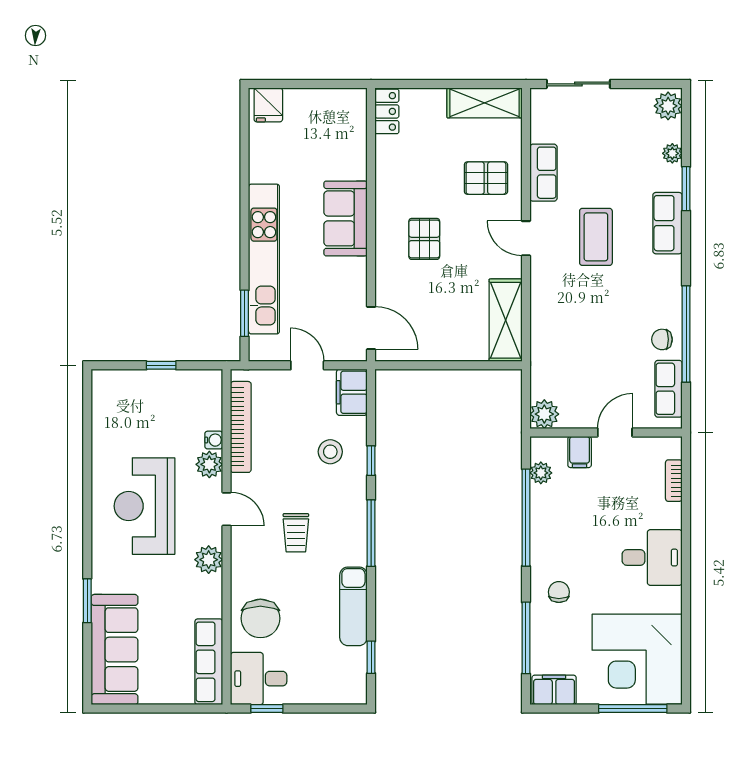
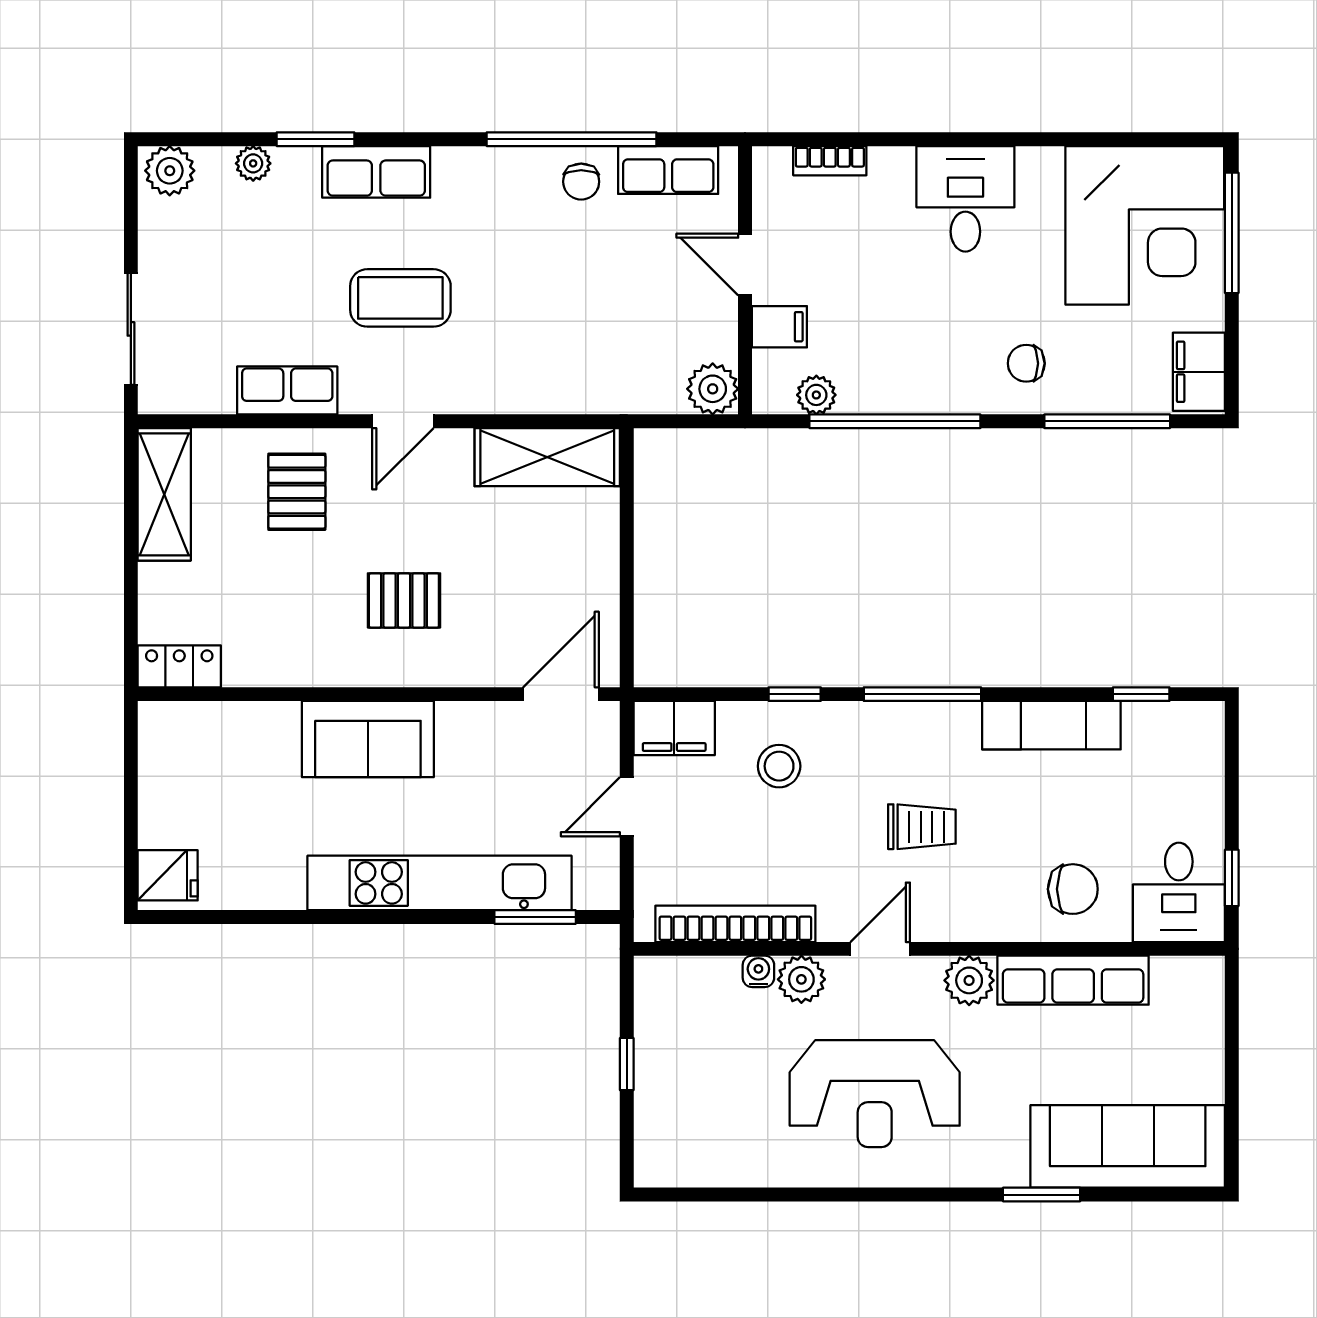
chair: (260, 618) -> (1073, 889), width x0.73, depth x0.73
row of seats: (209, 662) -> (1073, 980), moved

